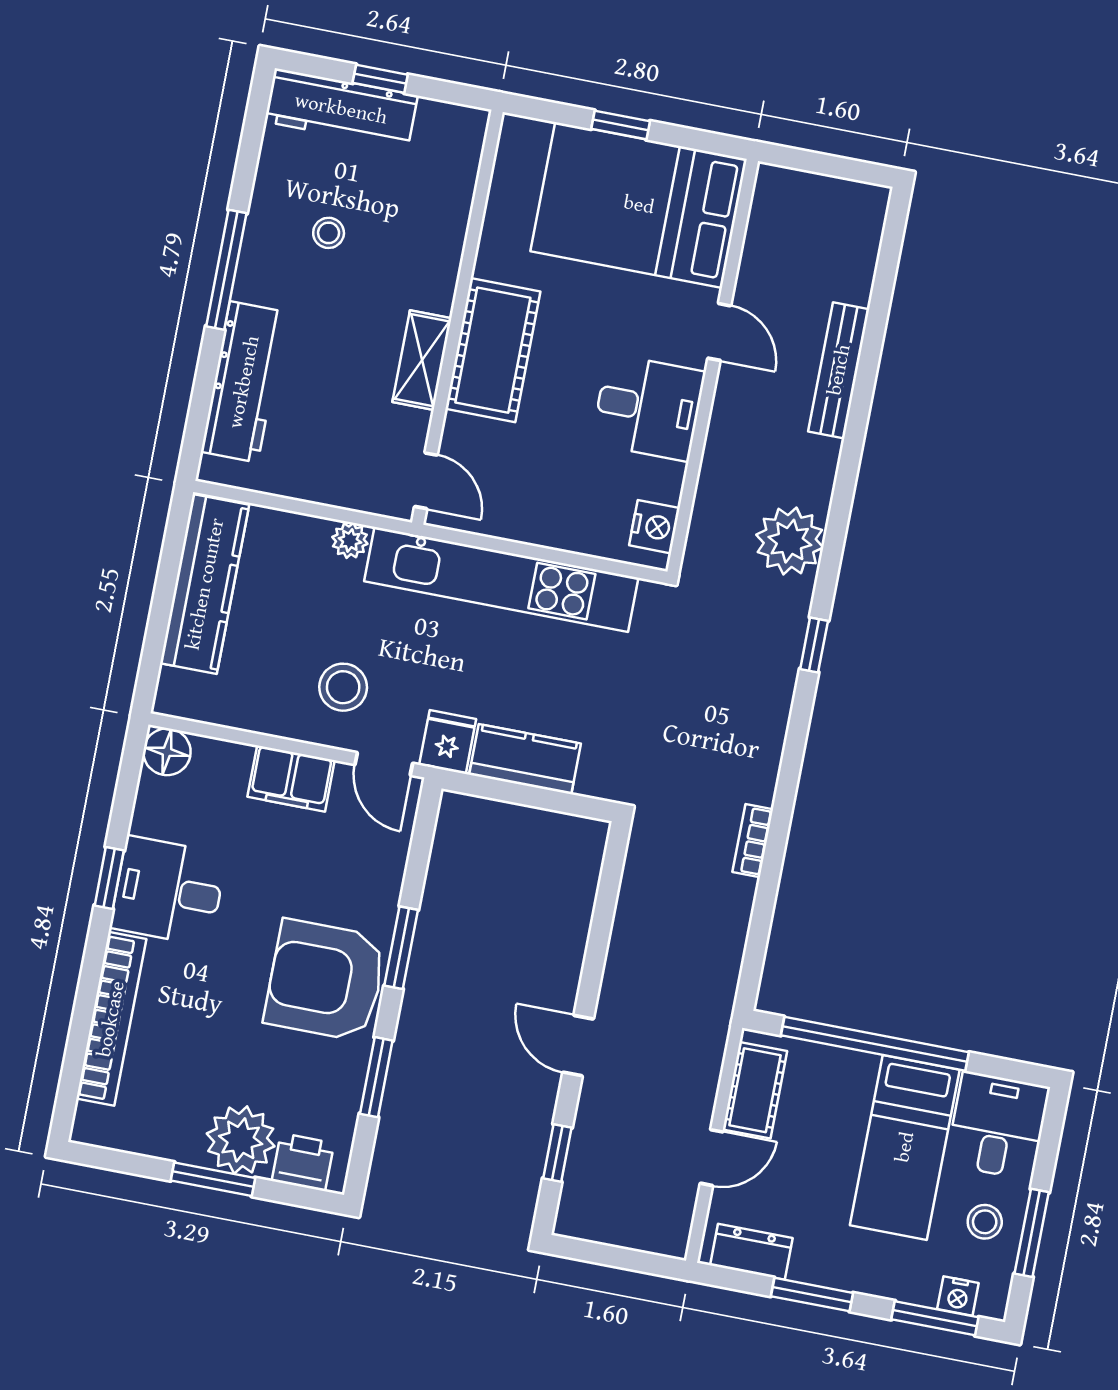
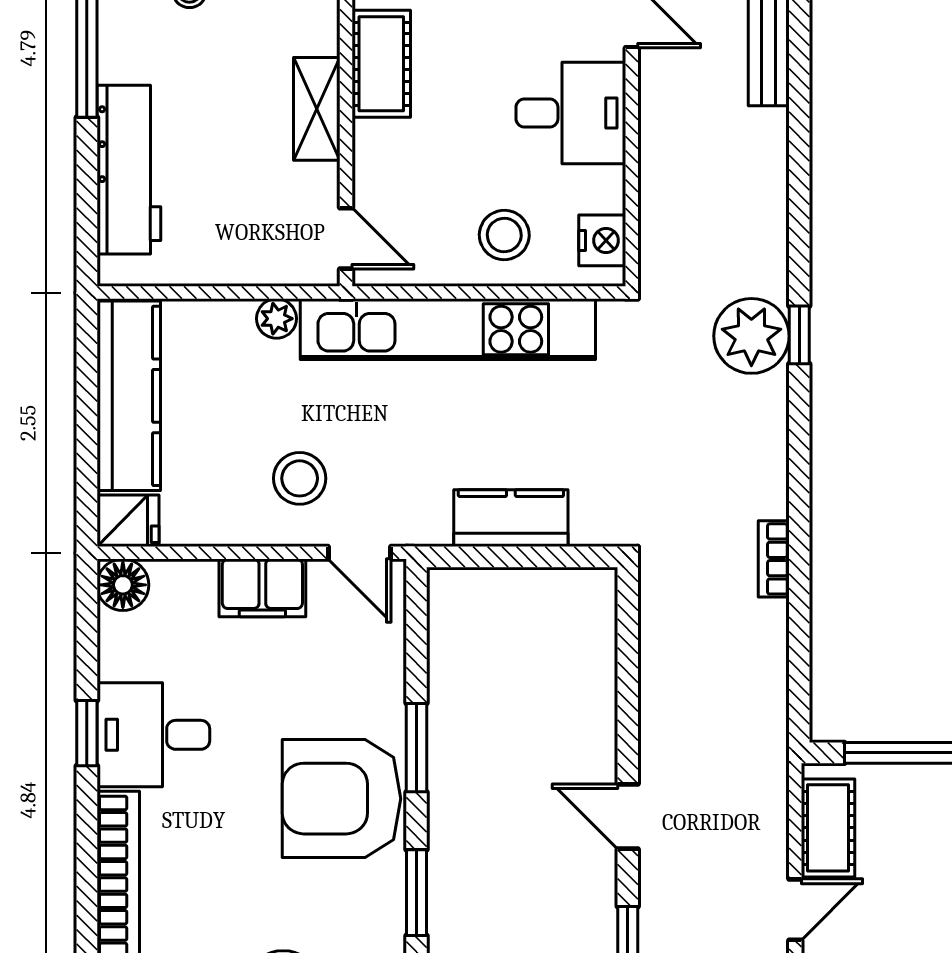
cot: (493, 350) -> (381, 64), width x0.73, depth x0.75
stool: (568, 505) -> (504, 235), added
plant: (790, 541) -> (751, 336), moved
fridge: (448, 742) -> (128, 521), moved, turned 90

